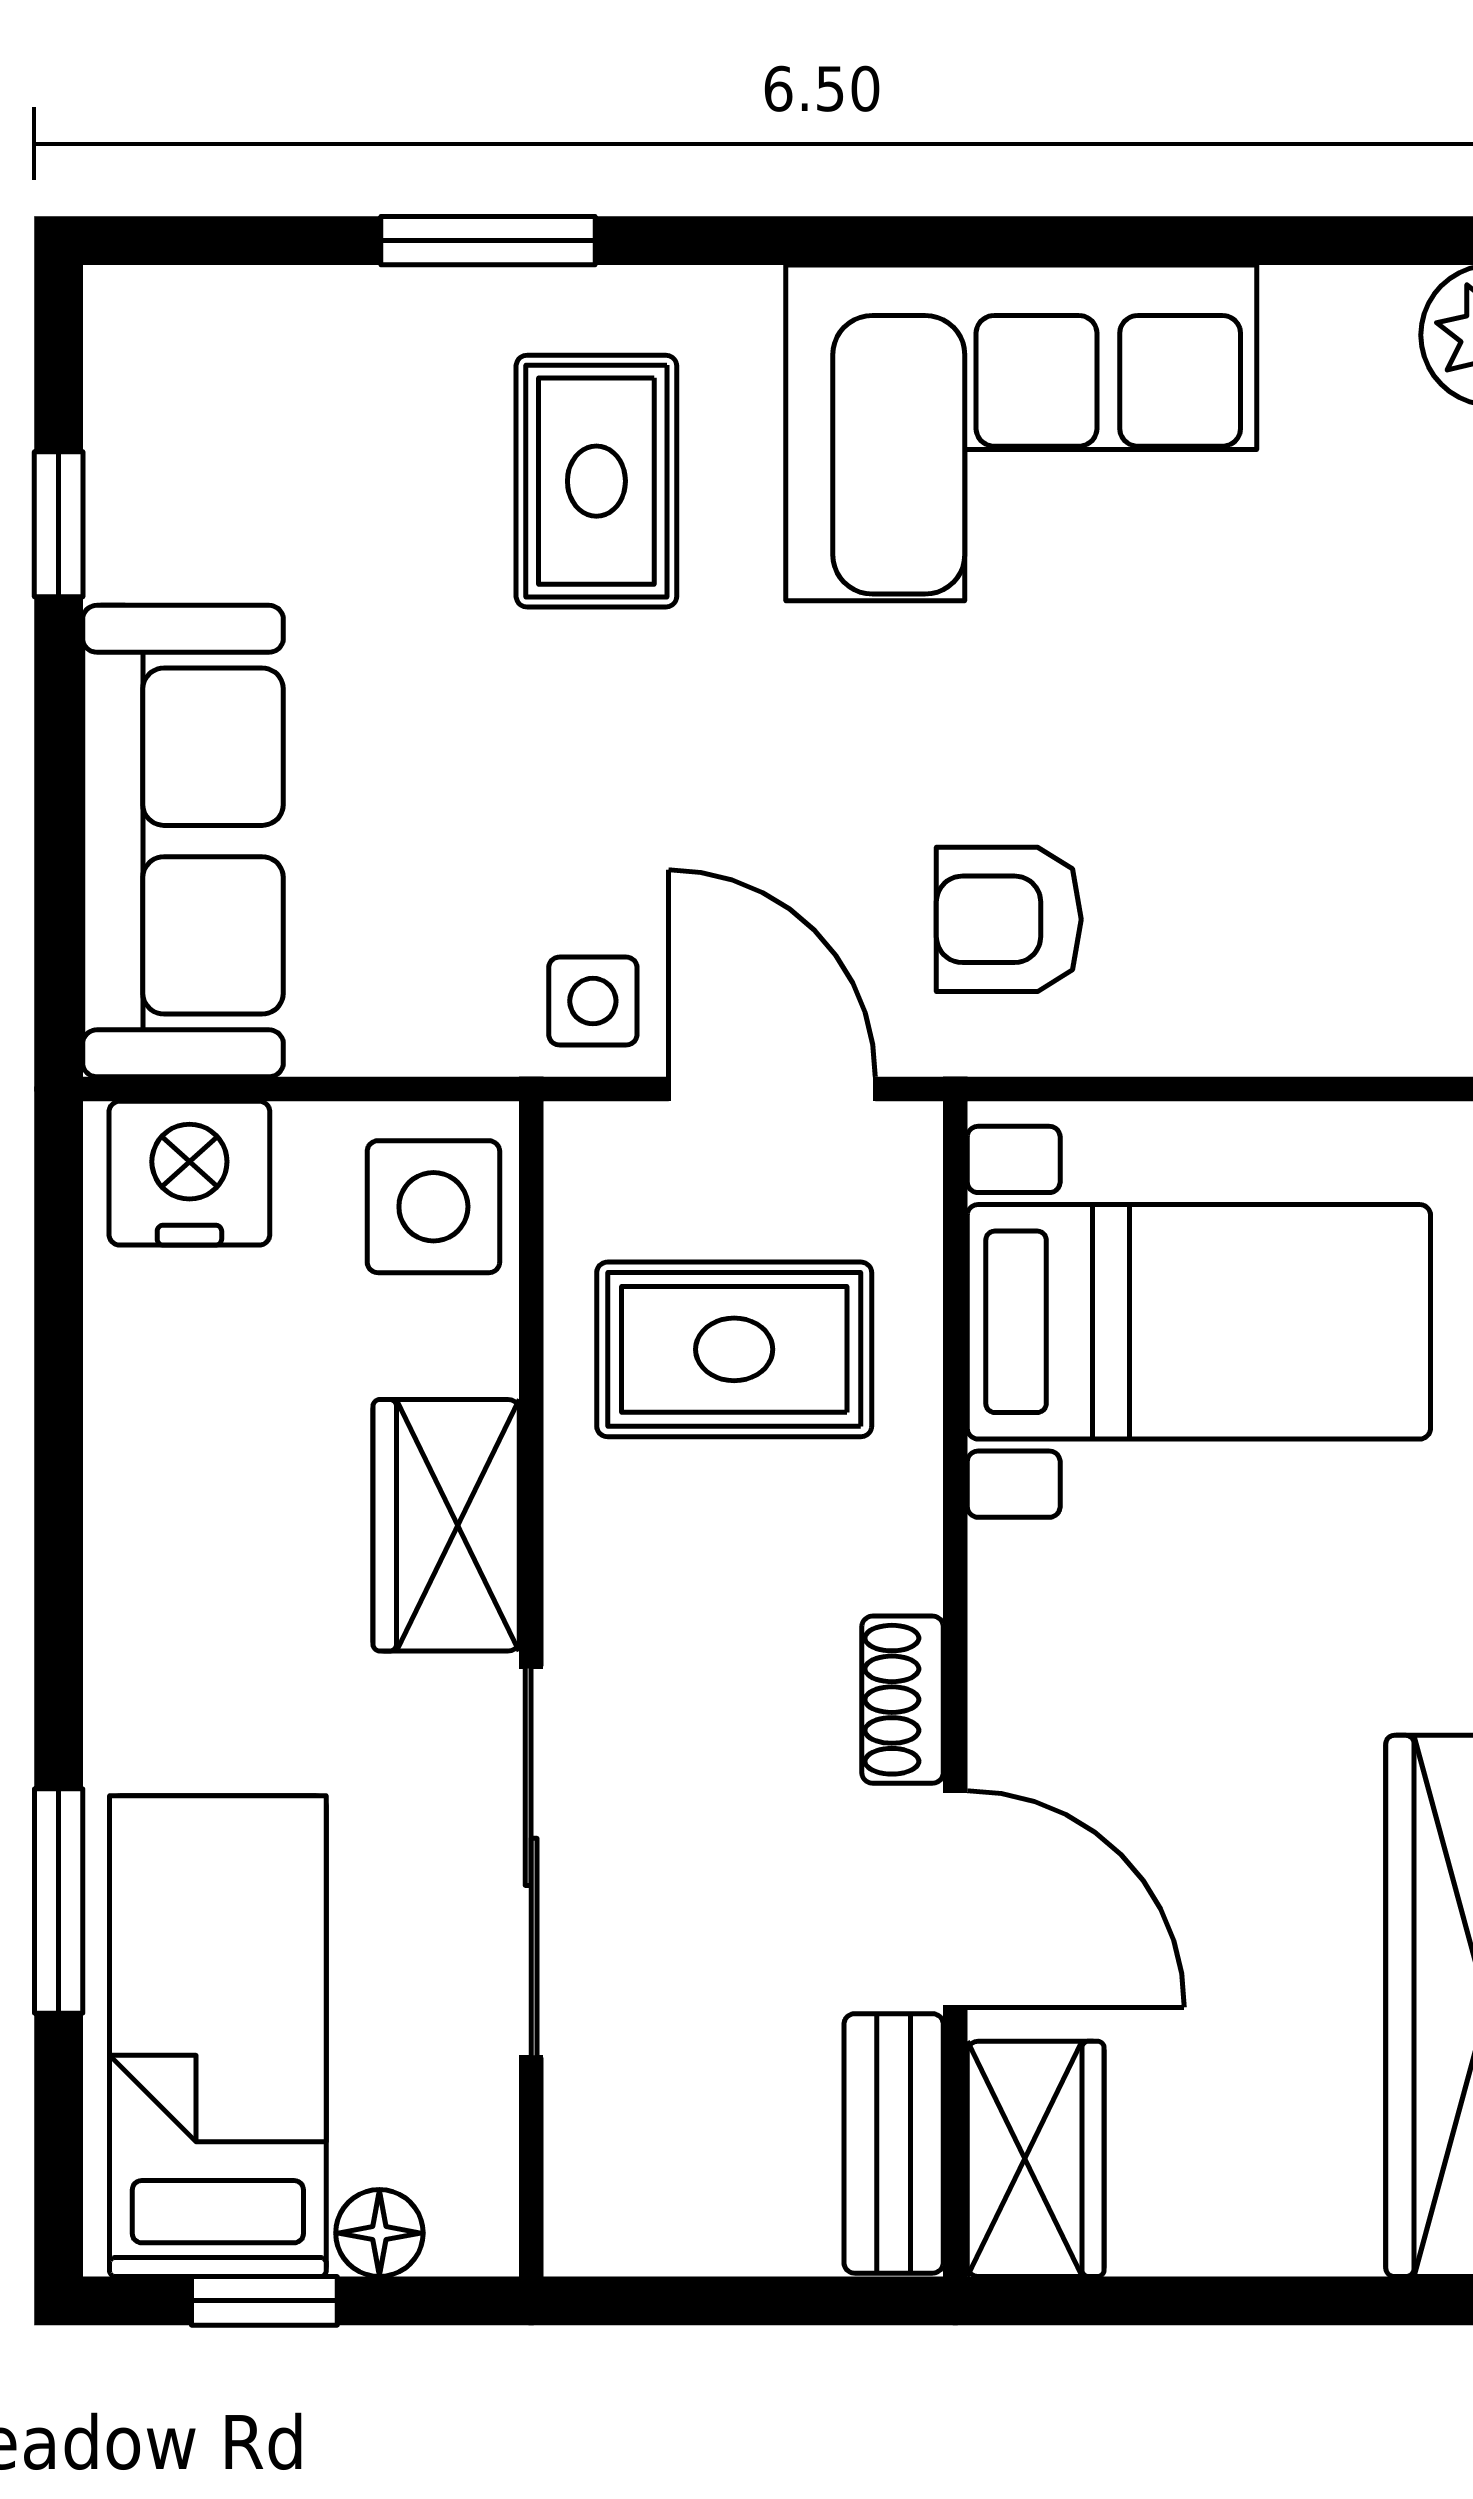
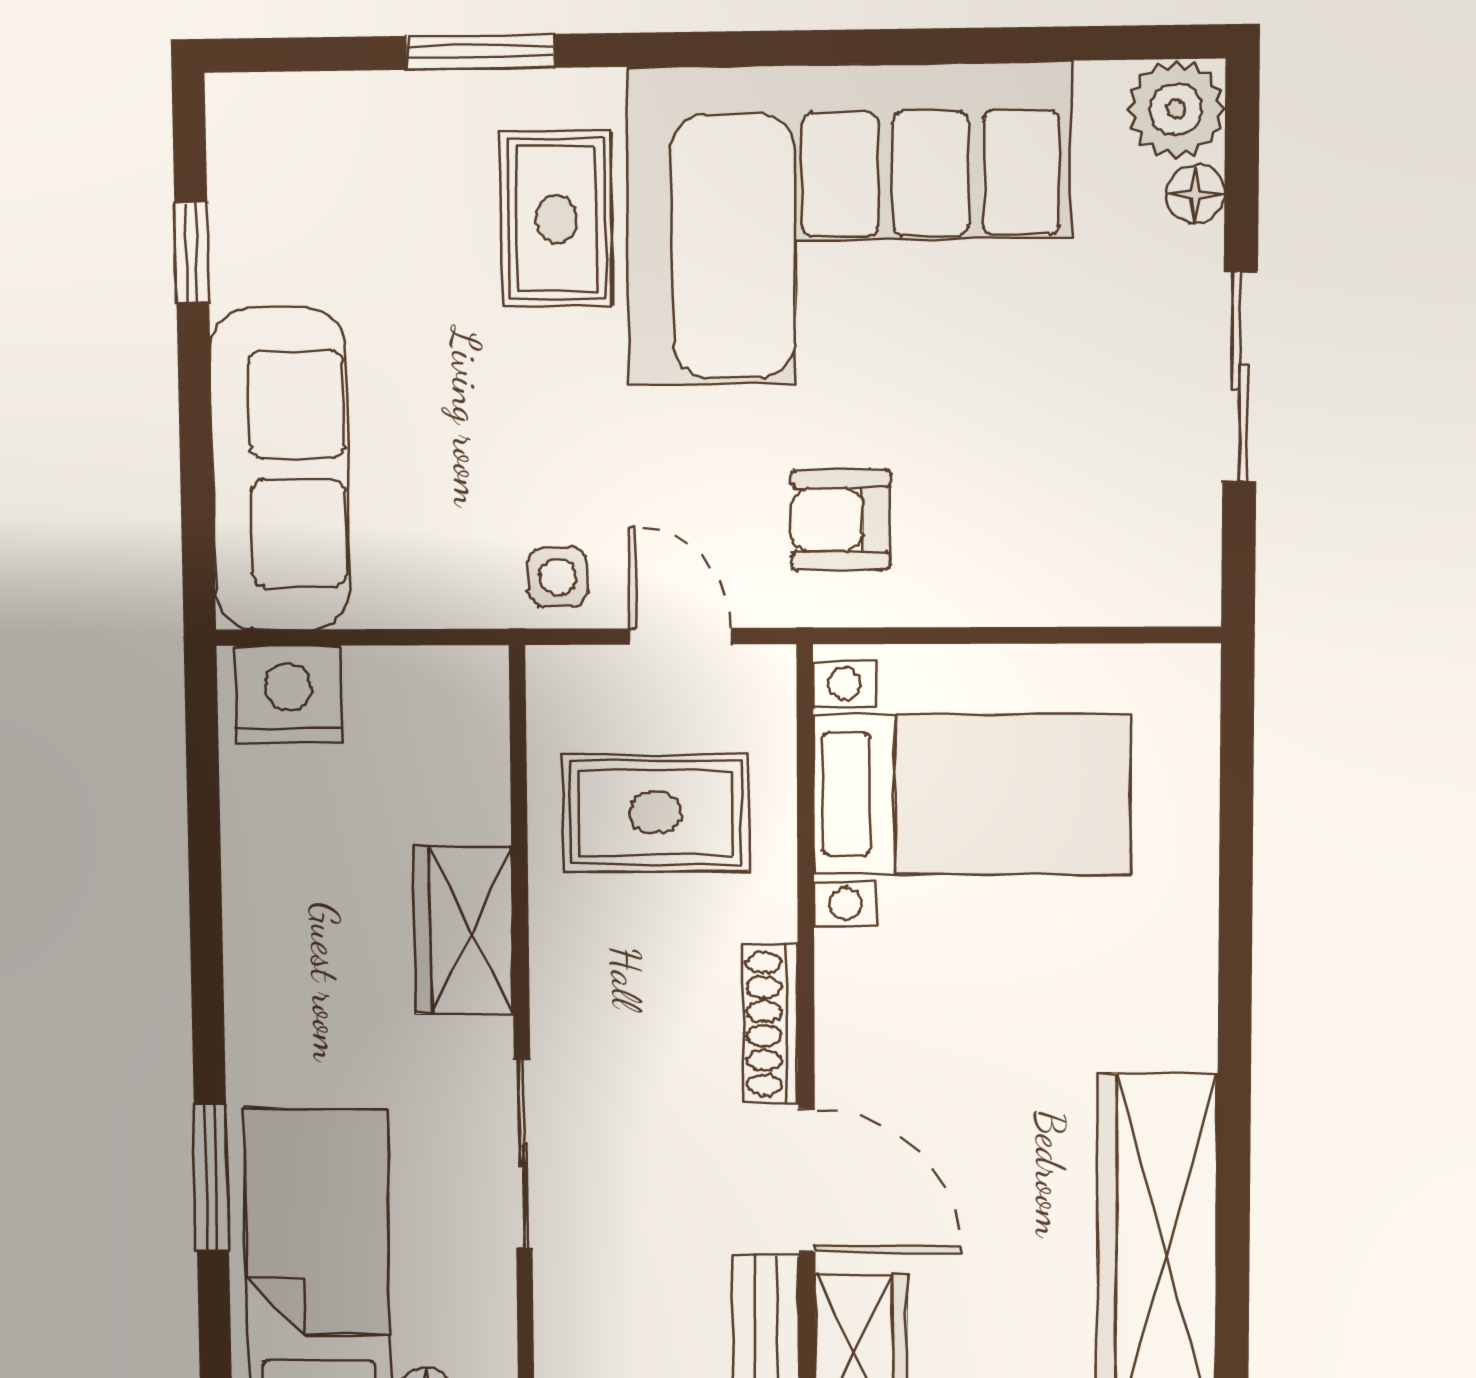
corner sofa: (1021, 433) -> (848, 224), width x1.36, depth x1.36
door: (772, 1089) -> (680, 636), width x0.73
side table: (433, 1207) -> (452, 717), removed
shoe rack: (903, 1700) -> (771, 1024), width x1.43
sliding door: (531, 1862) -> (523, 1154), width x0.73

